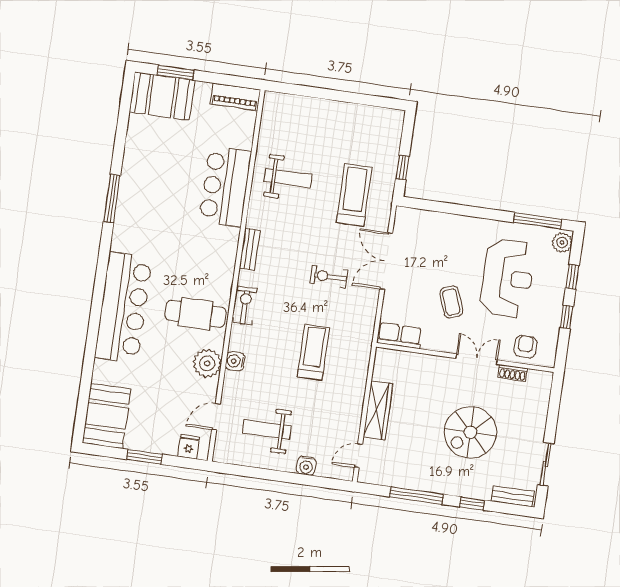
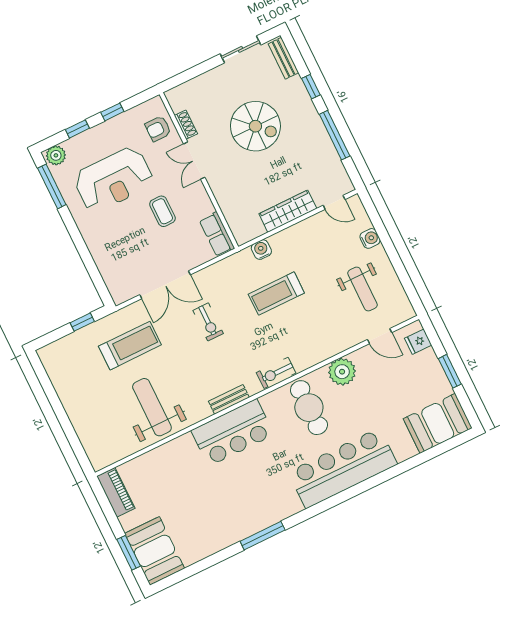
weight bench: (288, 178) -> (152, 407), width x1.36, depth x1.33
bar counter: (225, 186) -> (233, 433), moved
treadmill: (354, 195) -> (130, 346), turned 180
reception desk: (507, 278) -> (113, 180), turned 180
coffee table: (451, 302) -> (162, 211), turned -70
water cooler: (235, 361) -> (261, 250), moved, turned 180

